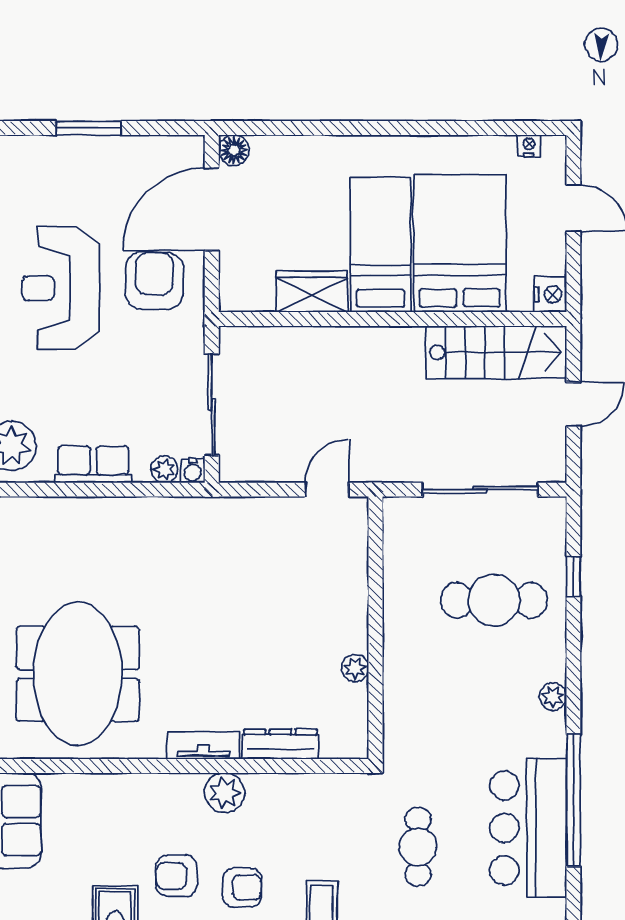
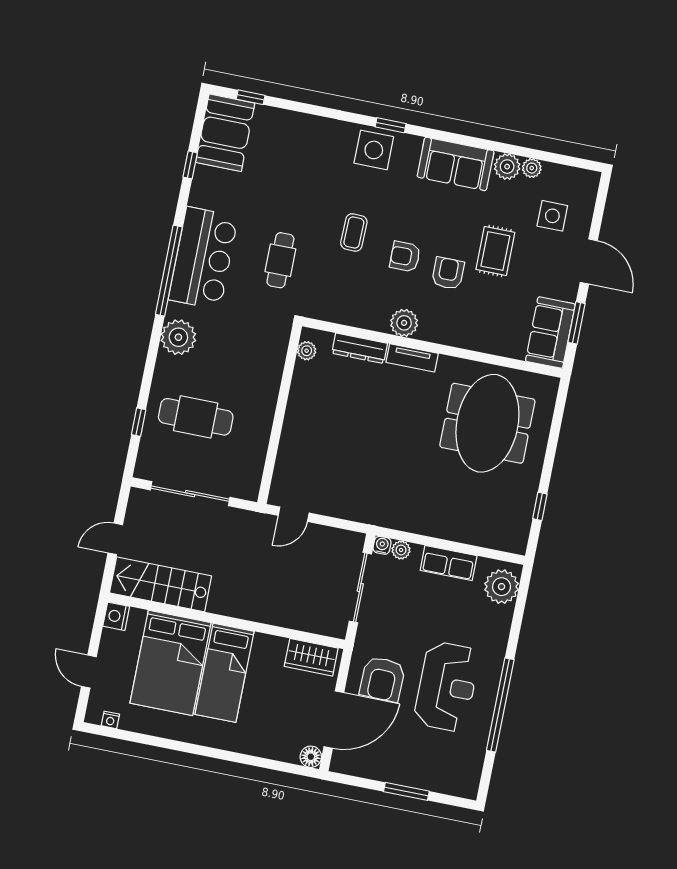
wardrobe: (312, 292) -> (311, 657), moved
plant: (355, 668) -> (307, 351), moved
plant: (553, 697) -> (178, 337), width x1.88, depth x1.88
armchair: (176, 876) -> (448, 273), turned -90

